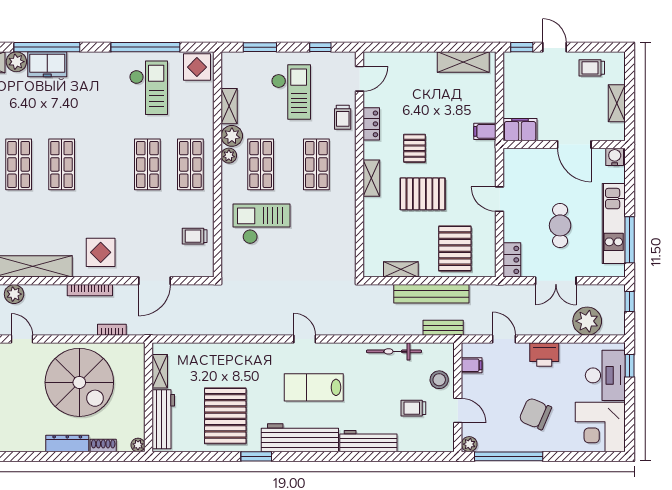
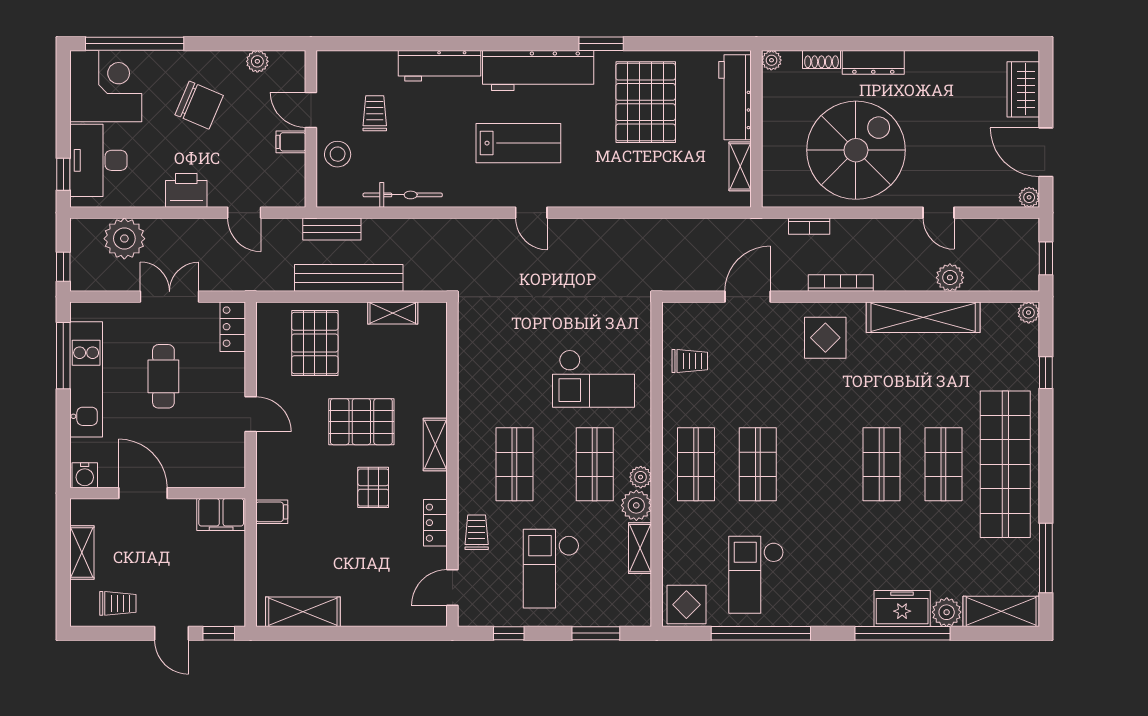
filing cabinet: (472, 365) -> (291, 142), moved
spiral stairs: (79, 382) -> (856, 150), turned 90
trolley: (413, 408) -> (375, 113), turned -90
plant: (469, 444) -> (257, 61), moved
window: (509, 456) -> (135, 44), moved

